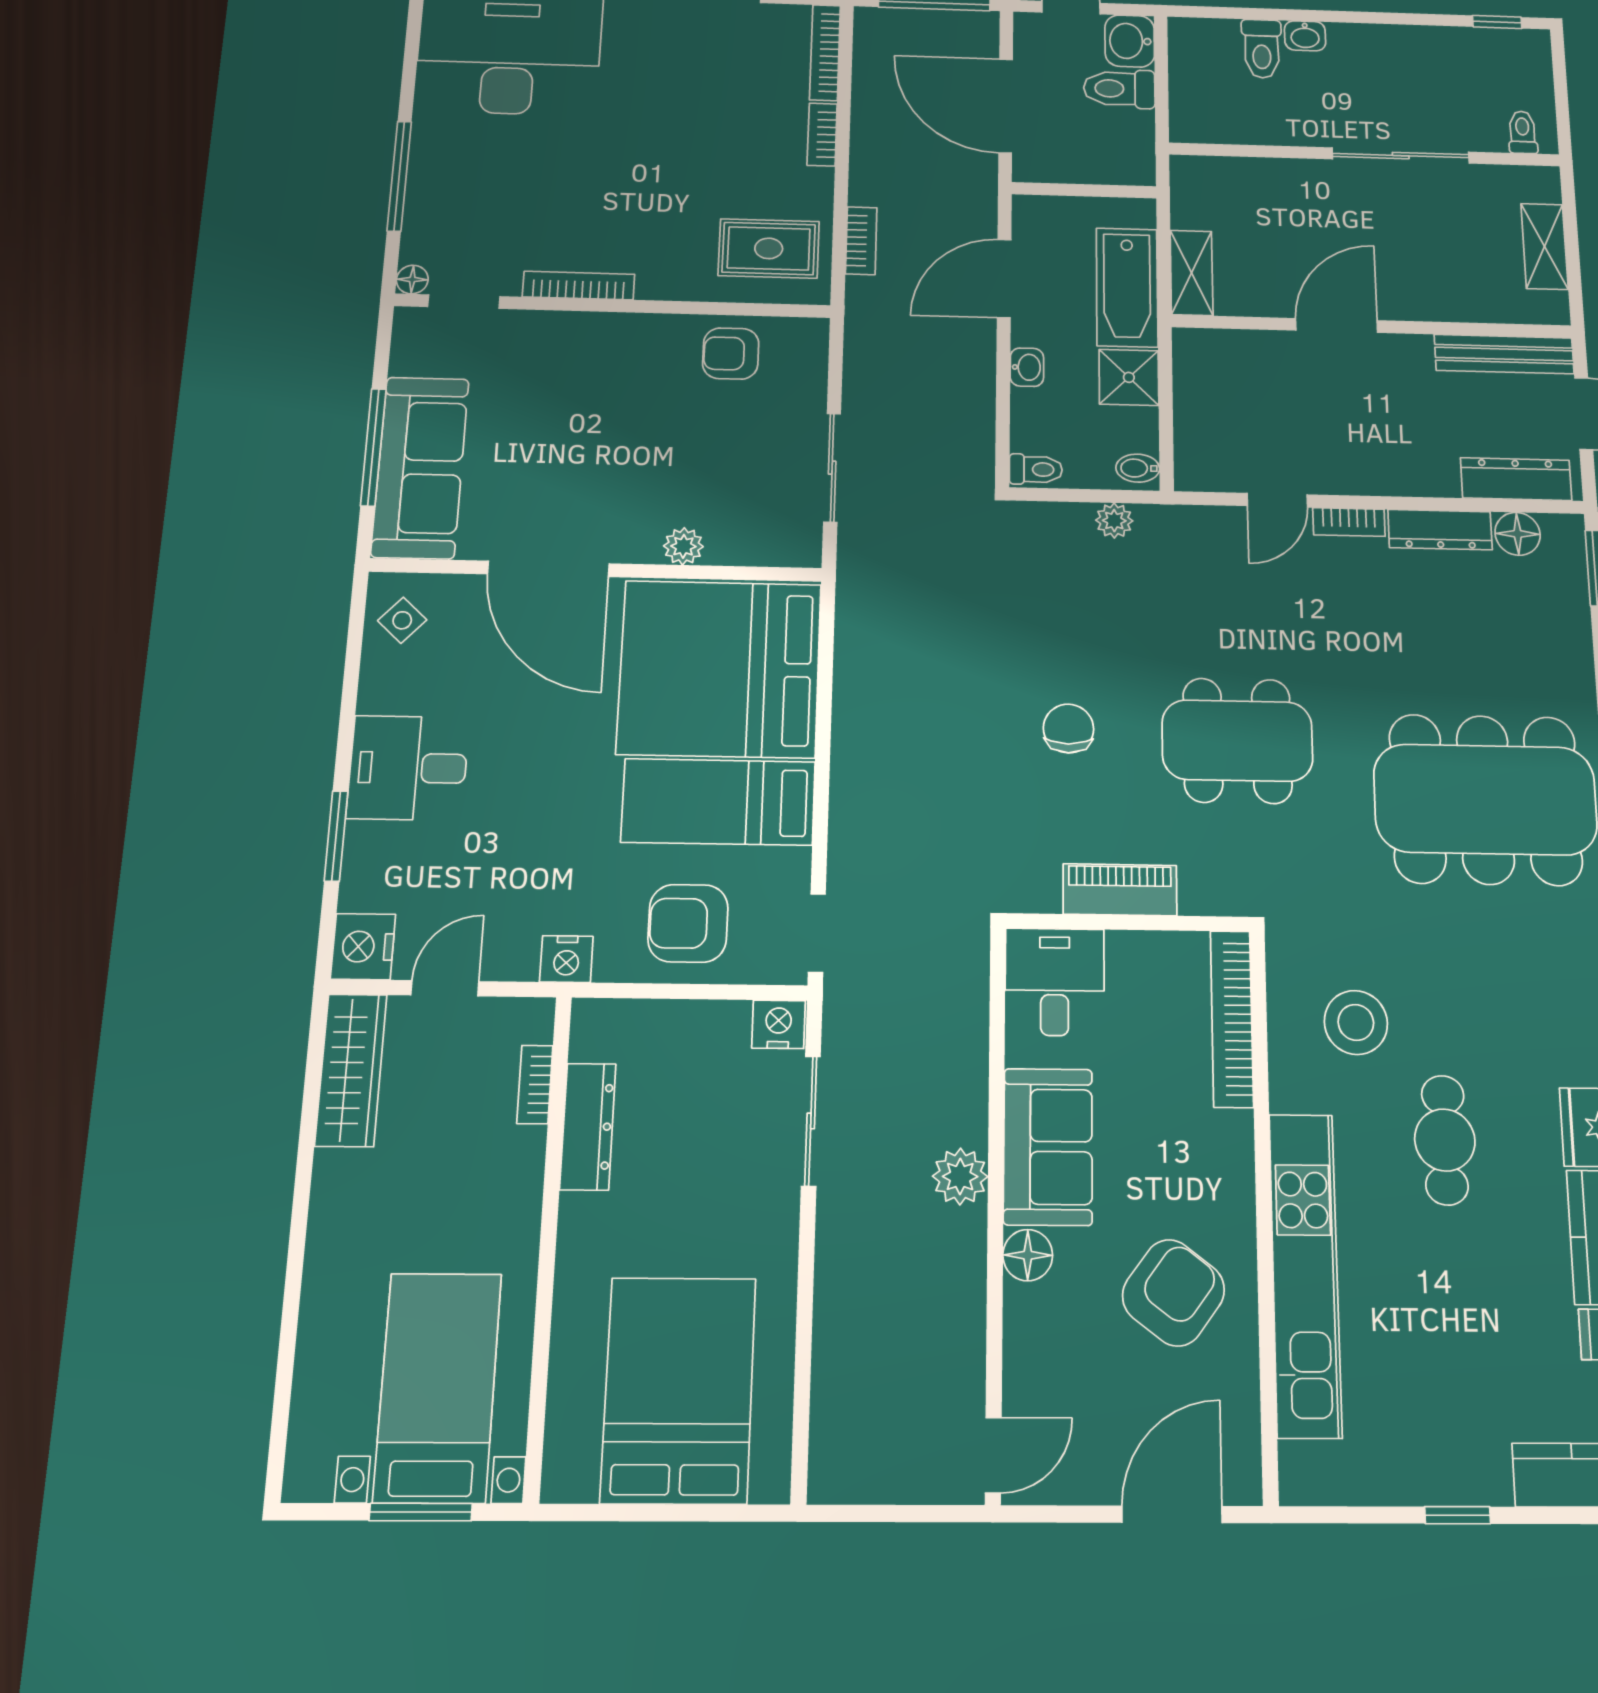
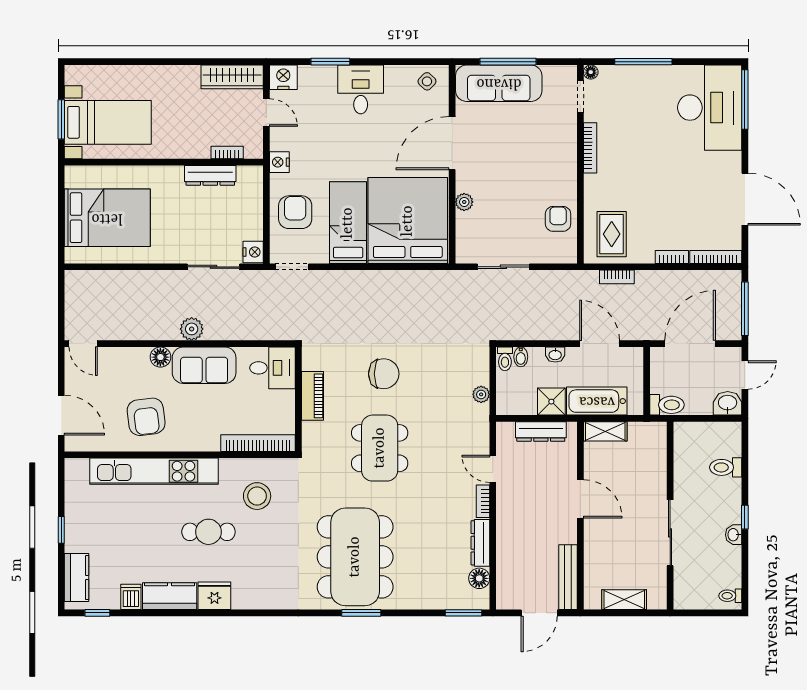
window: (1497, 22) -> (745, 517), moved
washbasin: (1305, 36) -> (734, 535), moved
toilet: (1119, 89) -> (667, 405), moved, turned 90
toilet: (1523, 132) -> (730, 596), moved, turned 180
bidet: (1138, 468) -> (521, 357), moved, turned 180
dresser: (1516, 479) -> (541, 432), moved, turned 90
chair: (1068, 728) -> (384, 374), width x1.37, depth x1.37
armchair: (1173, 1293) -> (146, 417), turned 46

